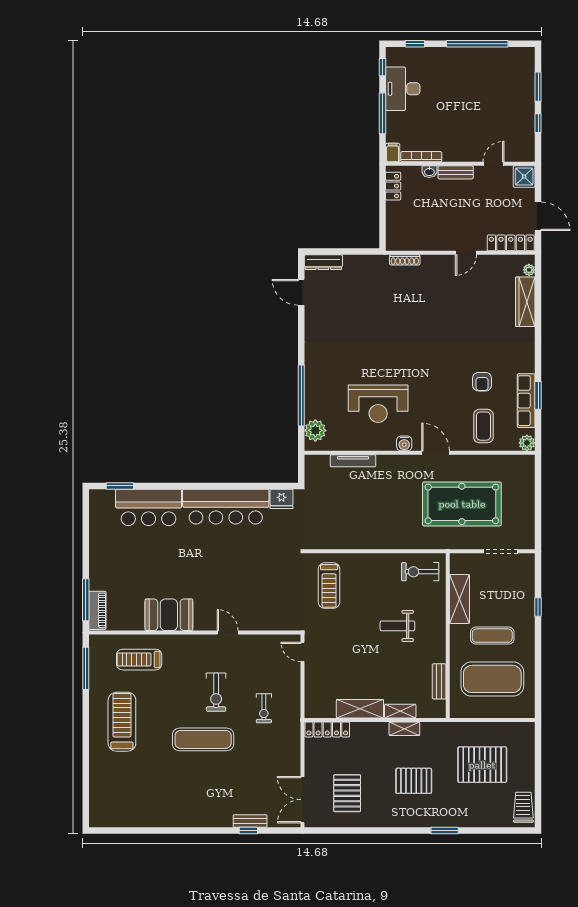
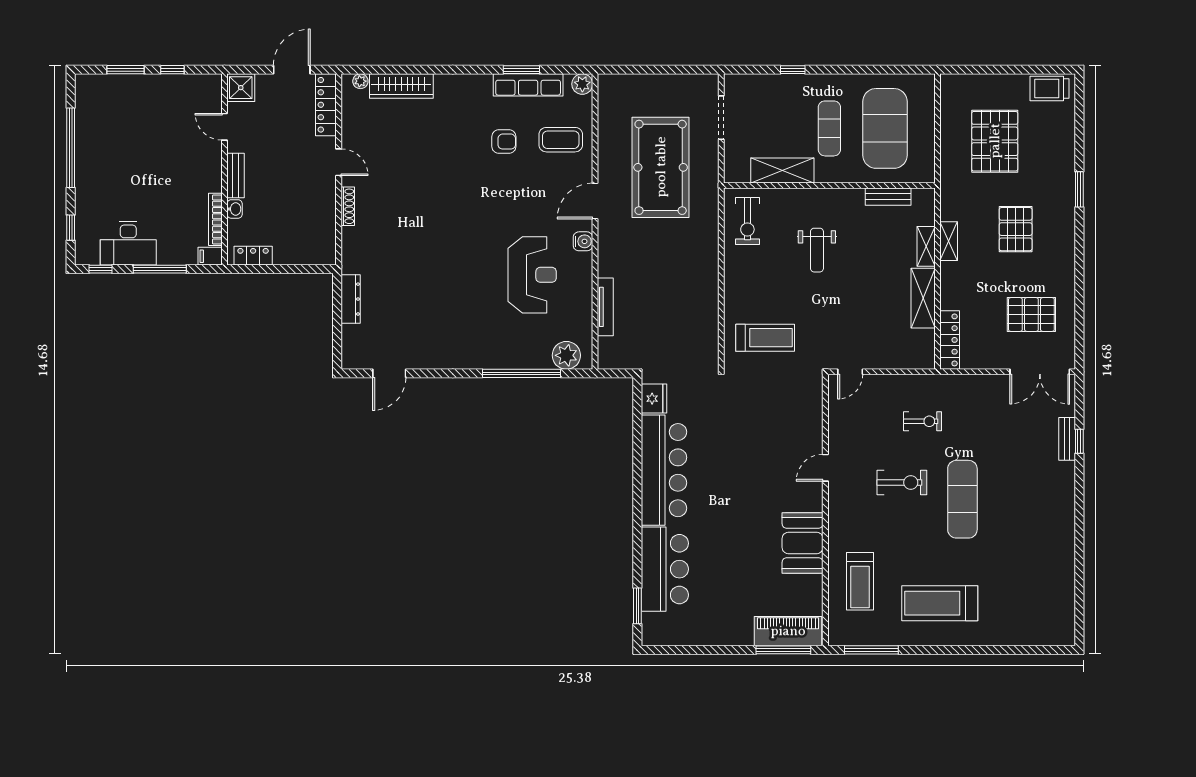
shoe rack: (405, 260) -> (348, 206), moved
dresser: (323, 262) -> (351, 299), moved
piano: (97, 610) -> (788, 631), width x1.37, depth x1.33

